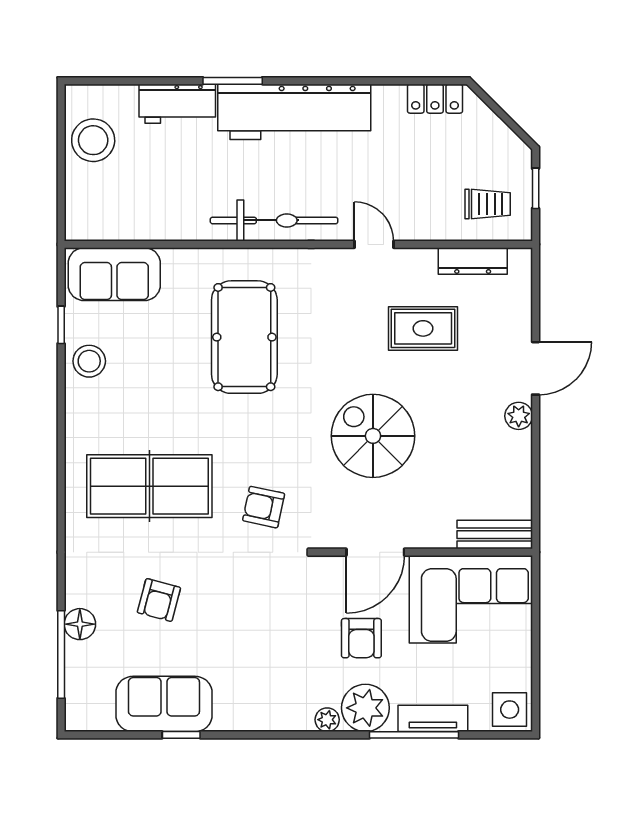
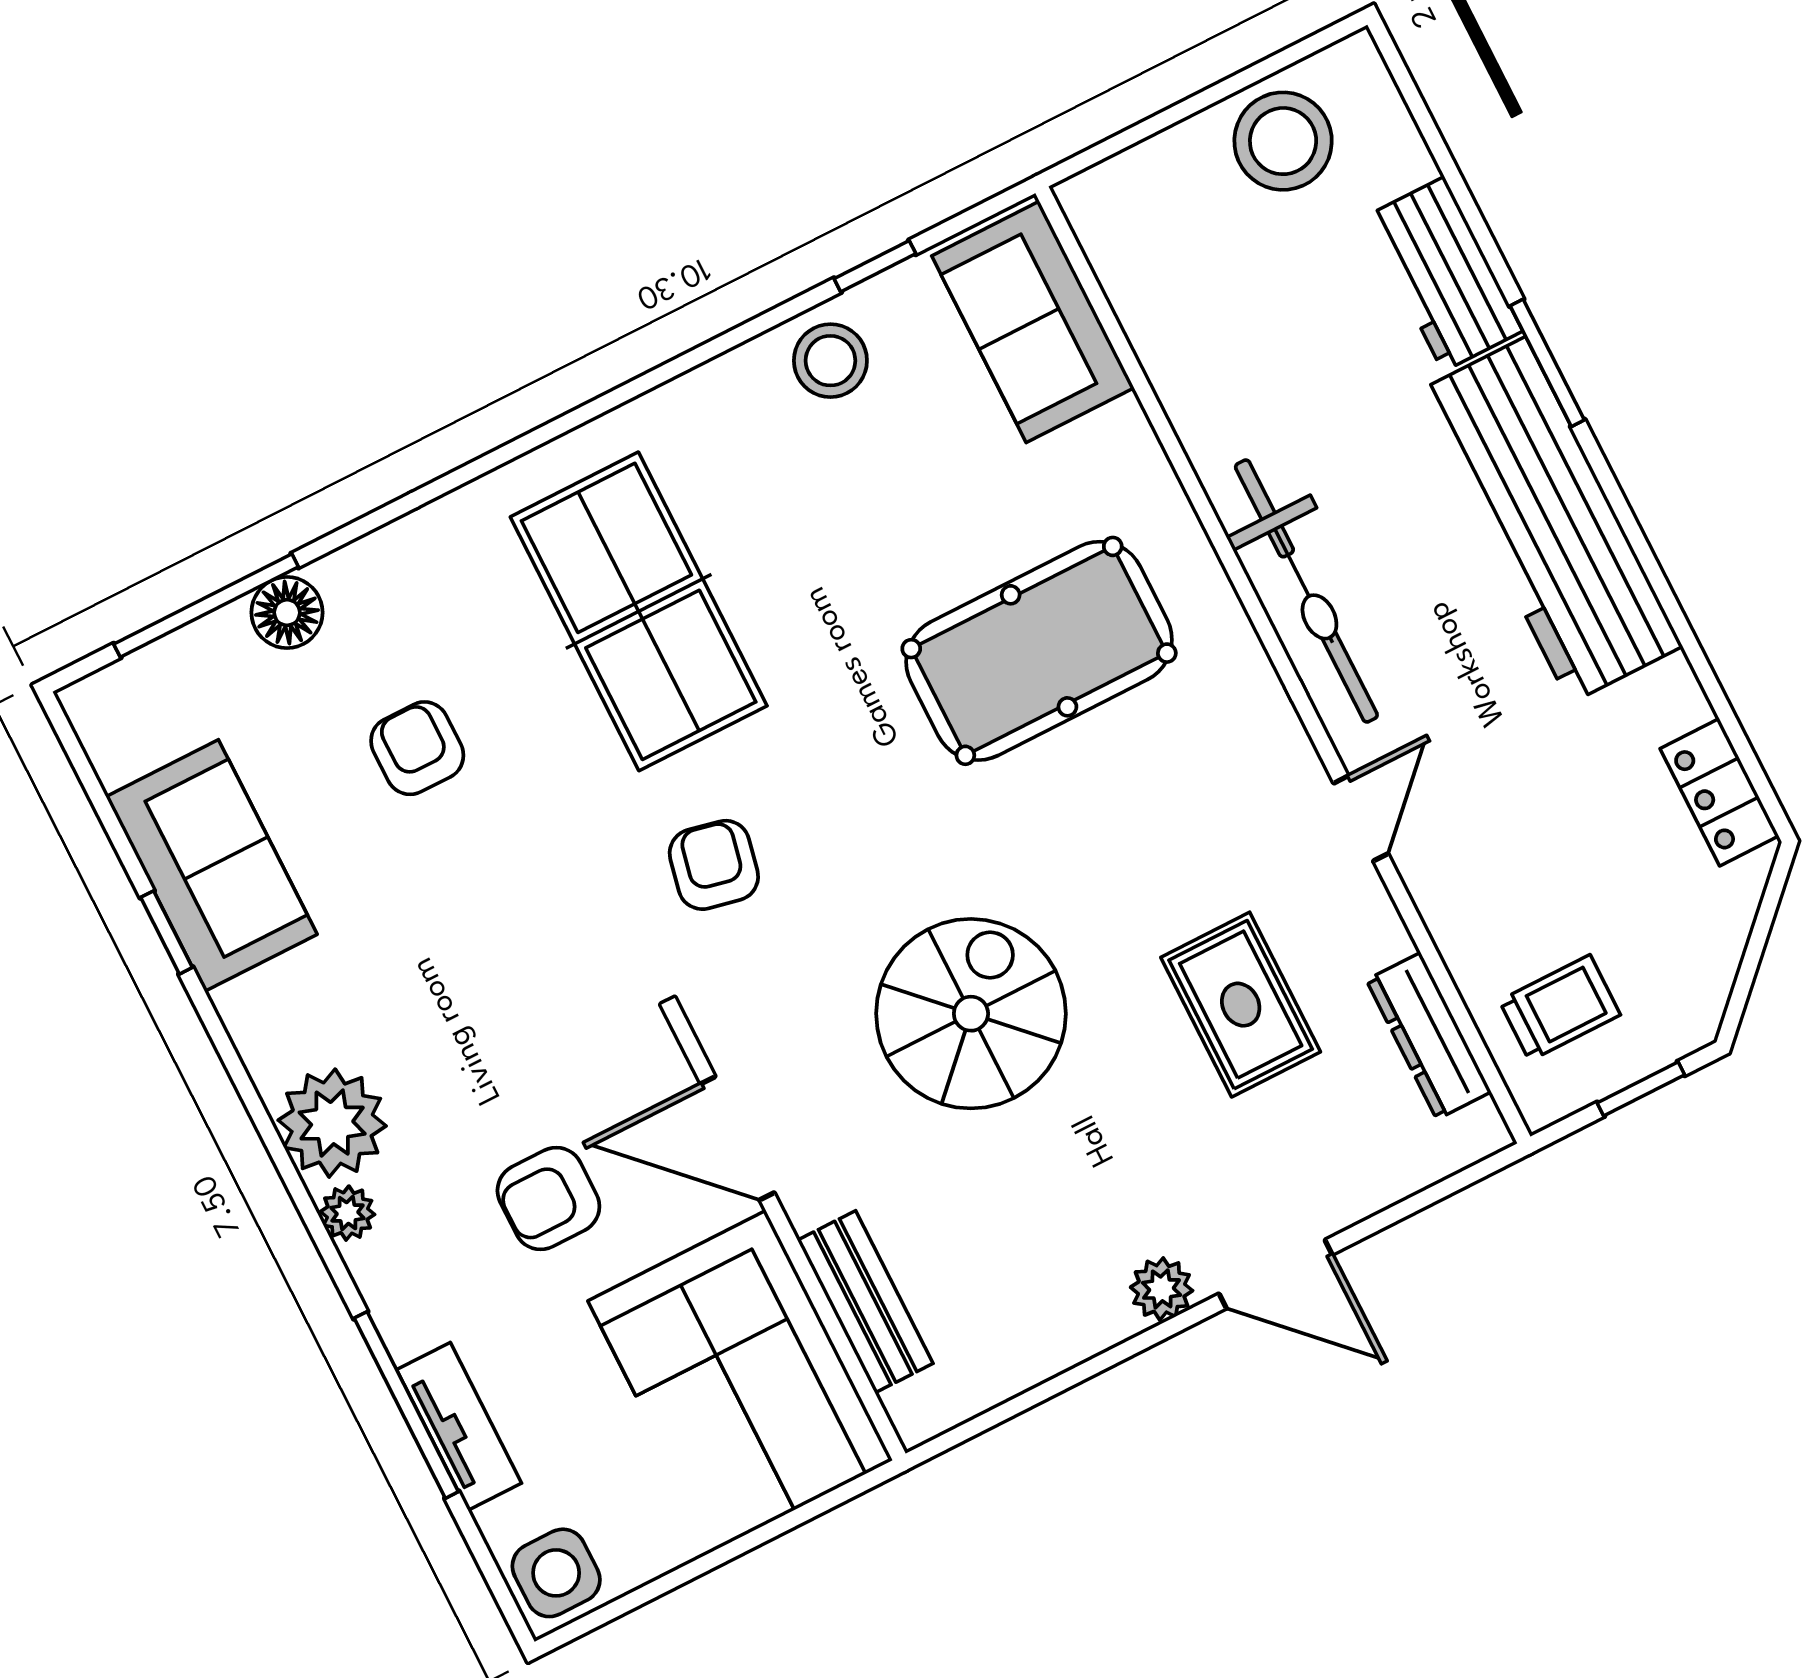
trolley: (488, 204) -> (1560, 1008), turned -90
bench: (495, 535) -> (865, 1302), moved
armchair: (159, 600) -> (417, 748), turned 75
plant: (365, 708) -> (332, 1123), moved

